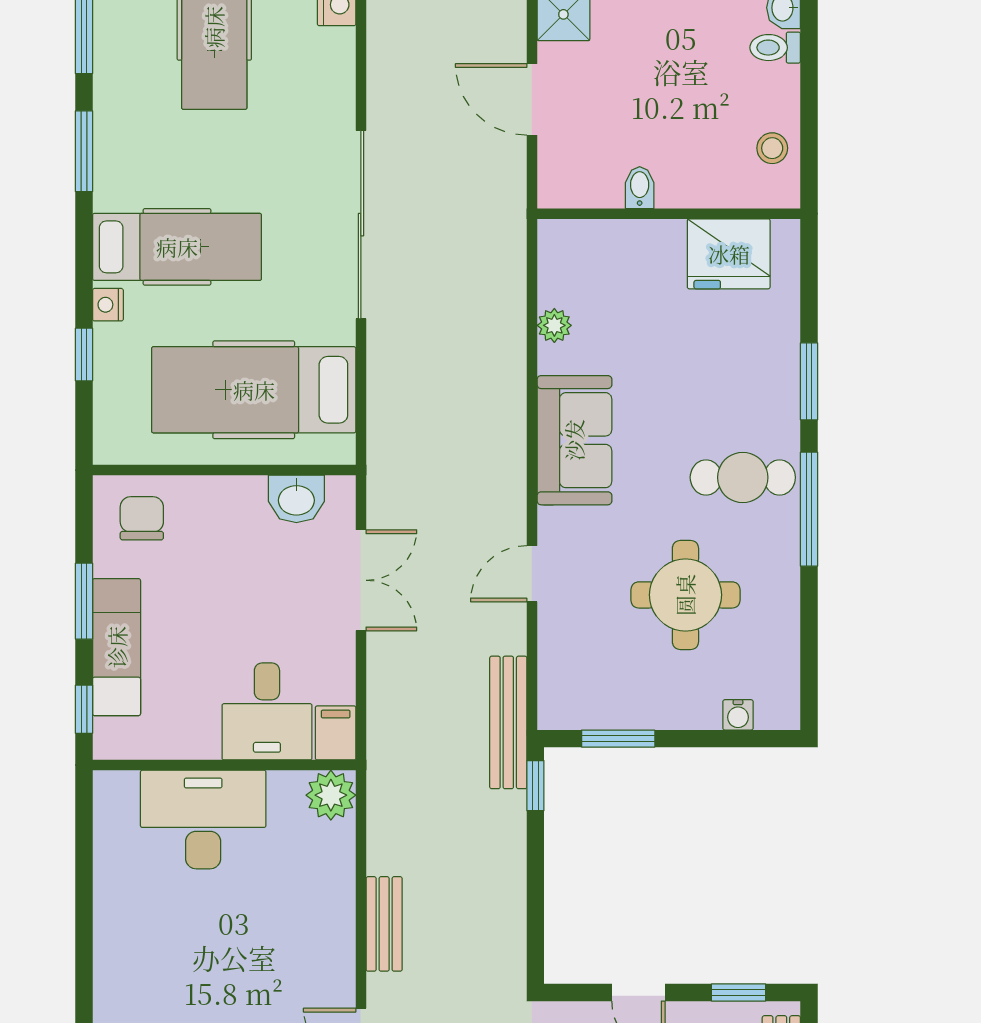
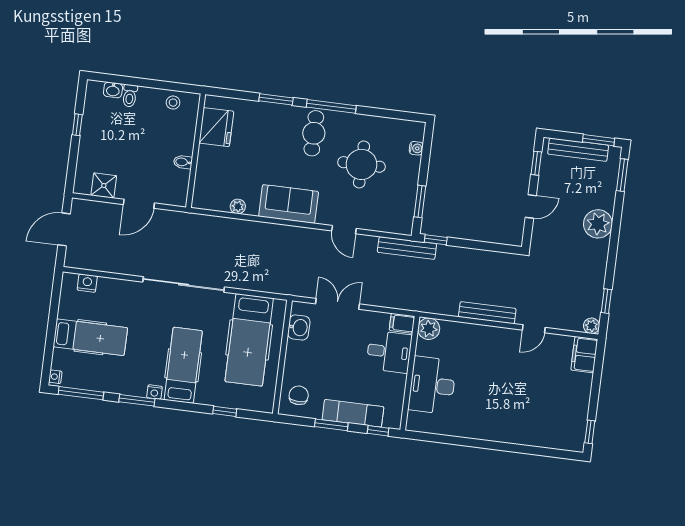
nightstand: (108, 305) -> (154, 392), moved
chair: (142, 518) -> (299, 395), turned 90
bench: (384, 924) -> (487, 313), width x1.36

